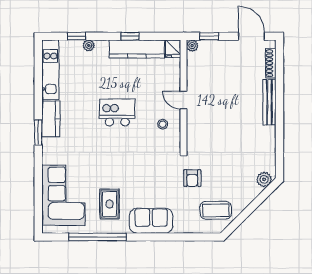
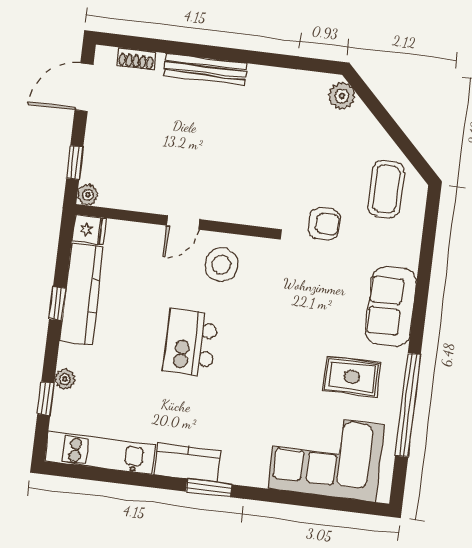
shoe rack: (271, 63) -> (136, 59), width x0.70
stool: (163, 124) -> (221, 265), width x1.89, depth x1.89

